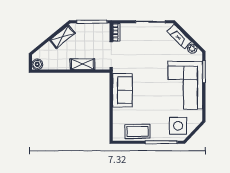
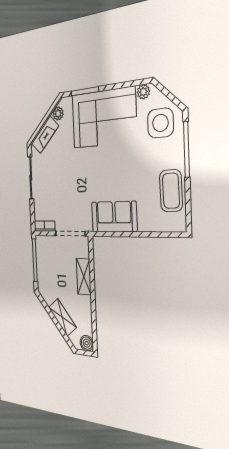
shelving: (62, 37) -> (62, 317), moved
plant: (198, 115) -> (143, 92), added

